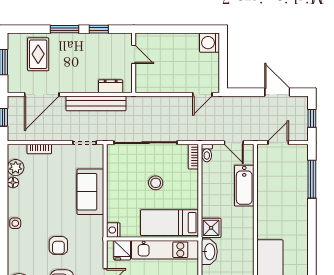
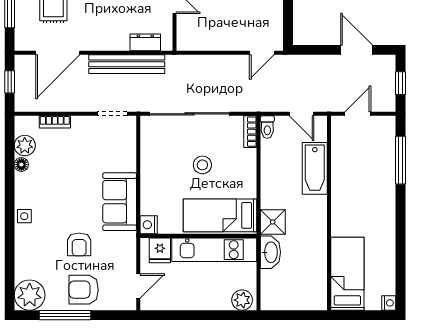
sofa: (90, 192) -> (120, 202), moved

